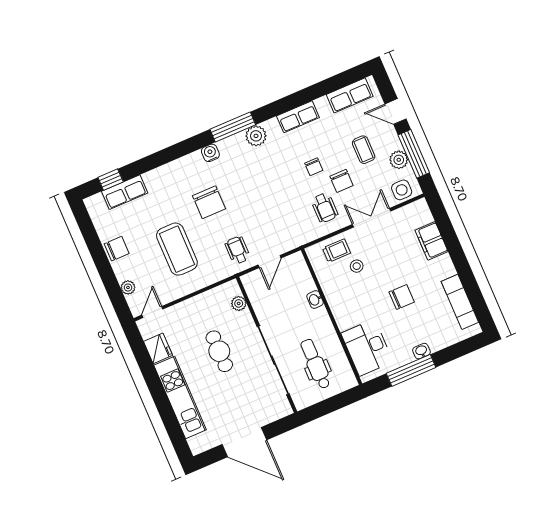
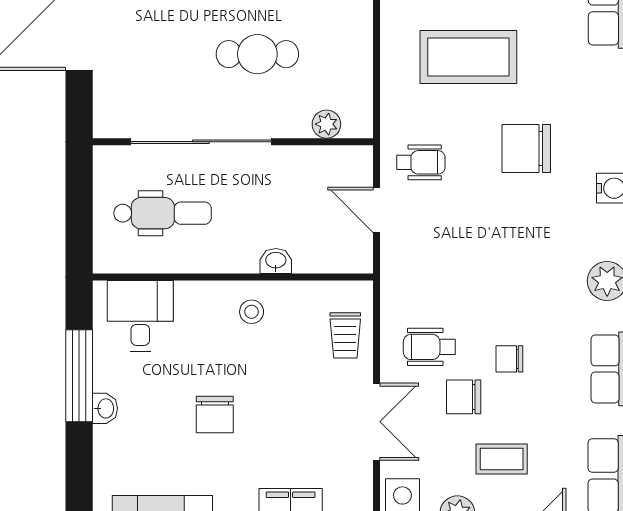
stool: (357, 266) -> (252, 312), moved
desk: (367, 347) -> (140, 316), width x0.73

